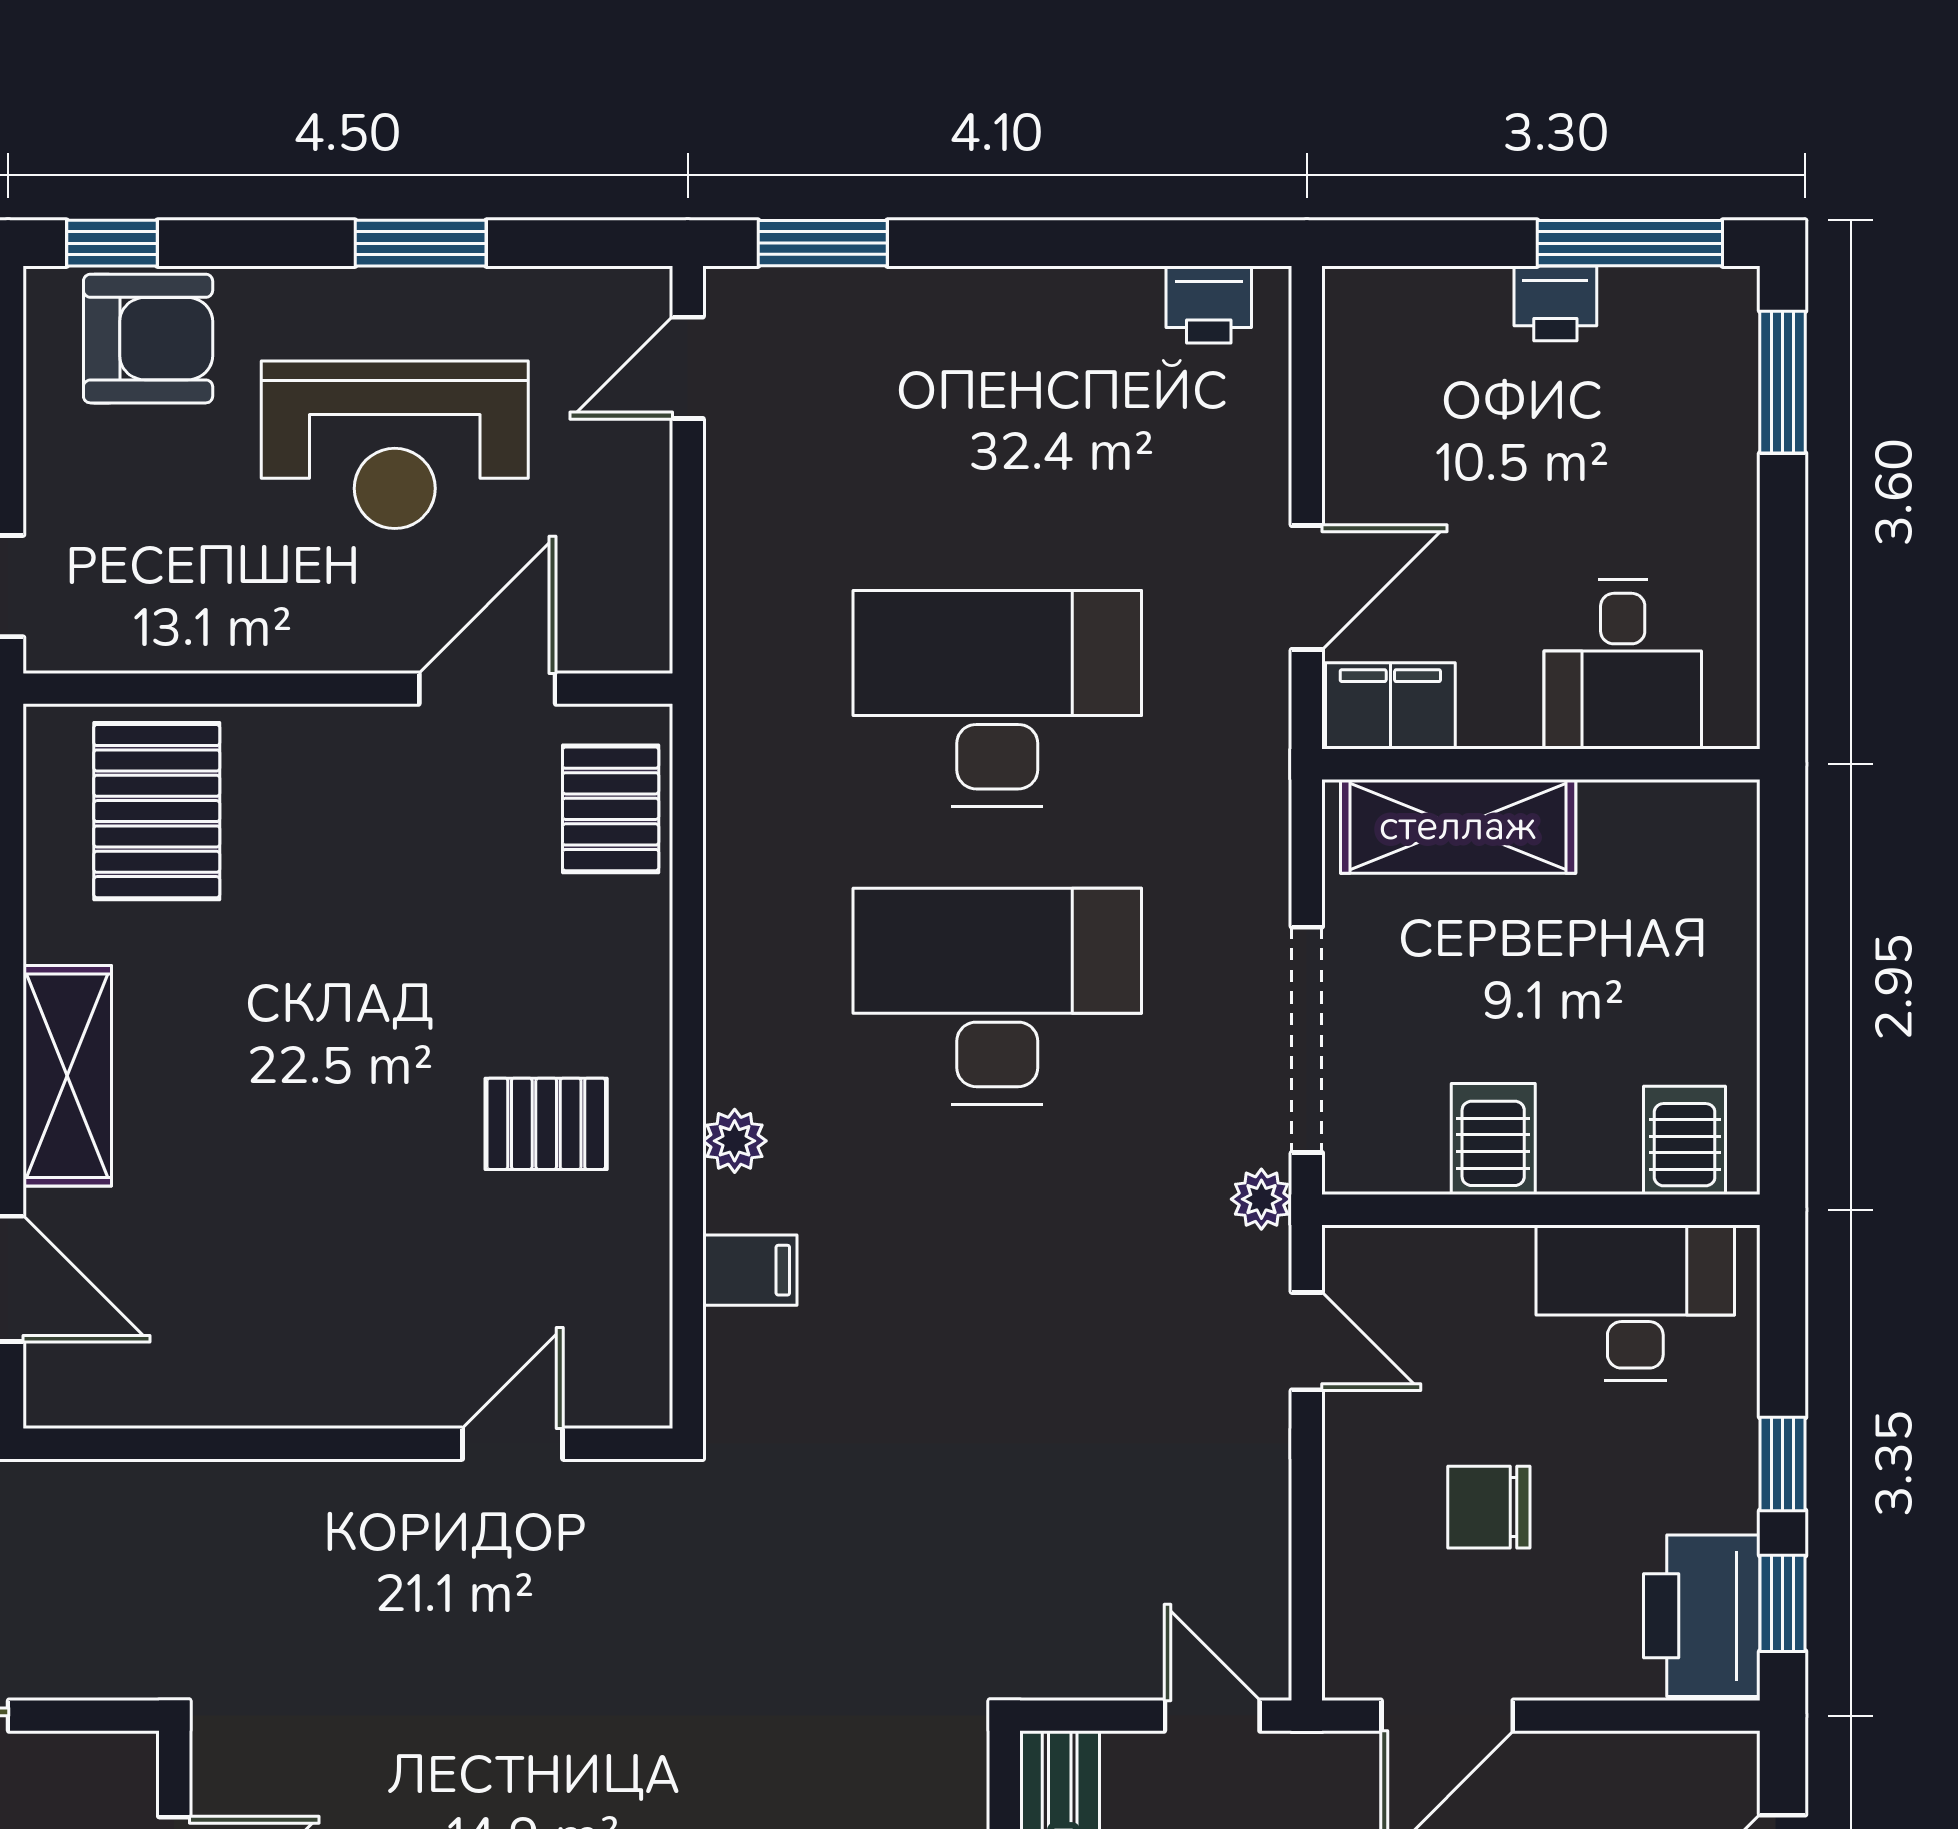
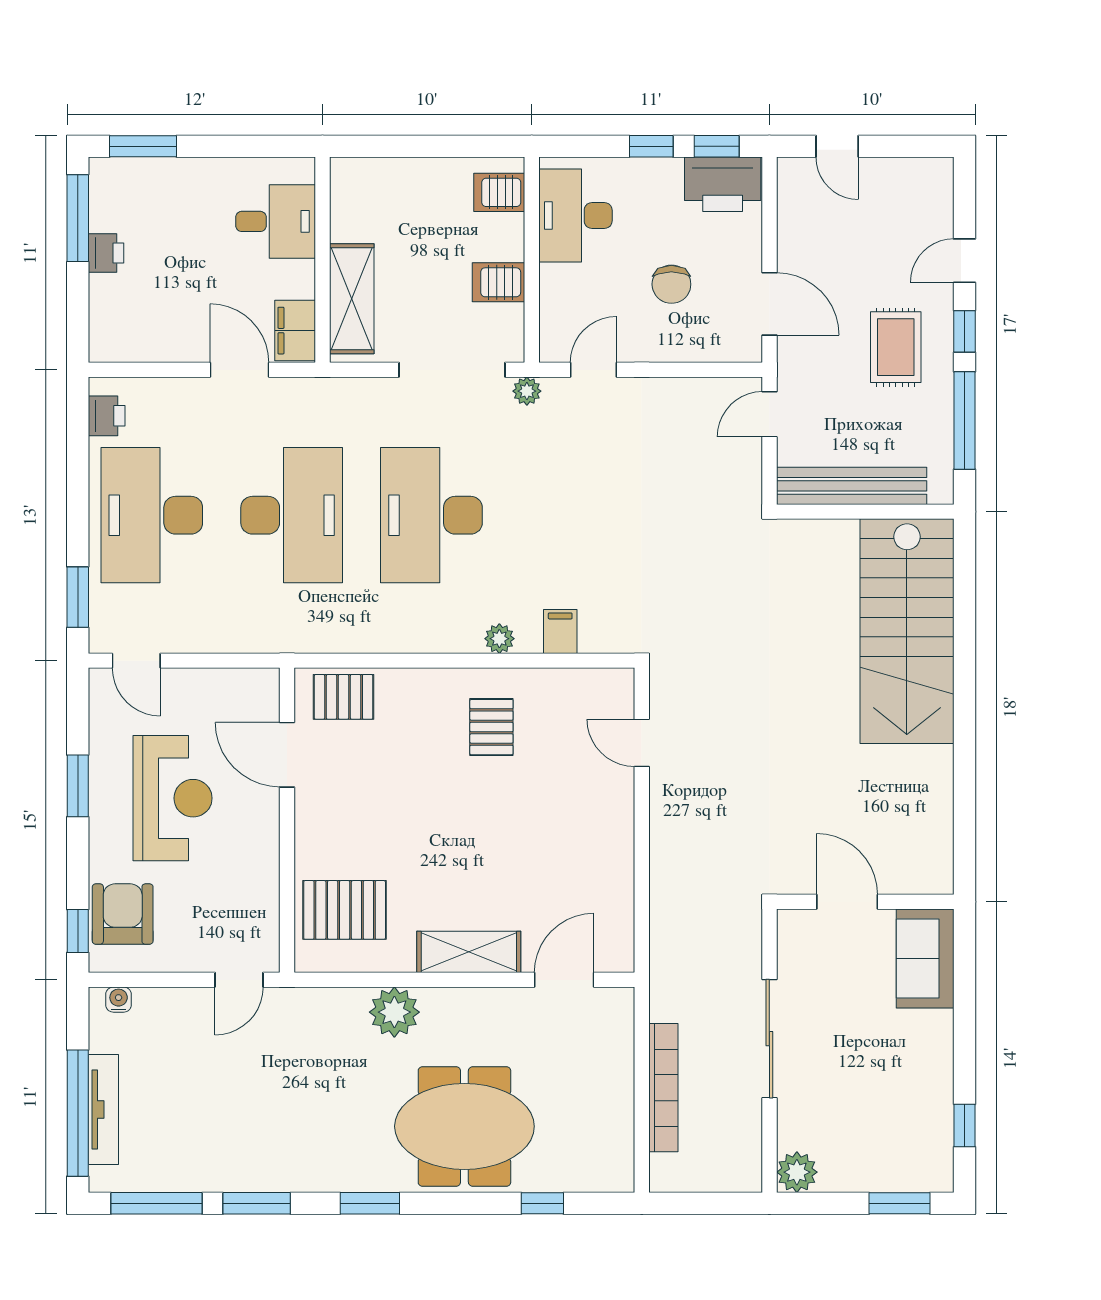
desk: (997, 401) -> (152, 515), added
desk: (997, 698) -> (292, 515), turned 180

